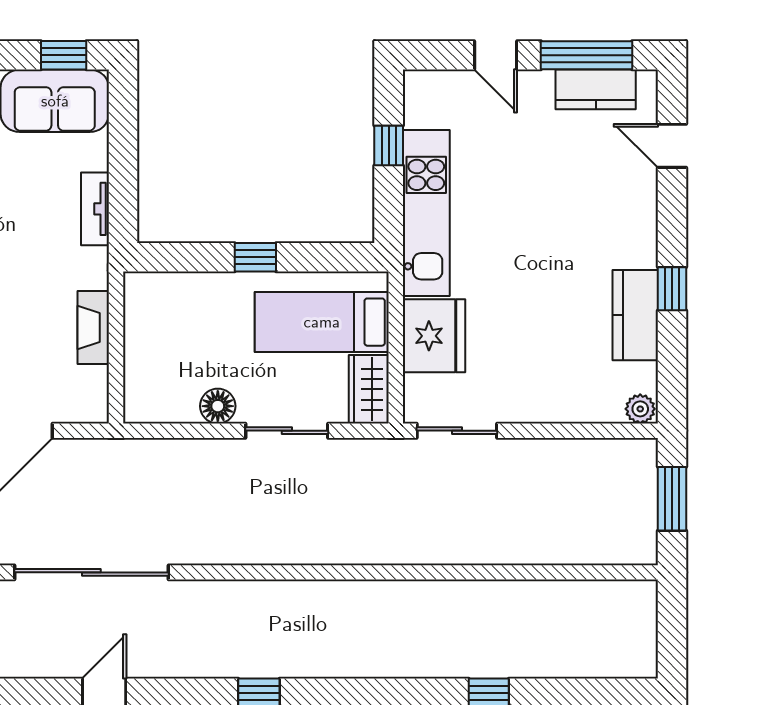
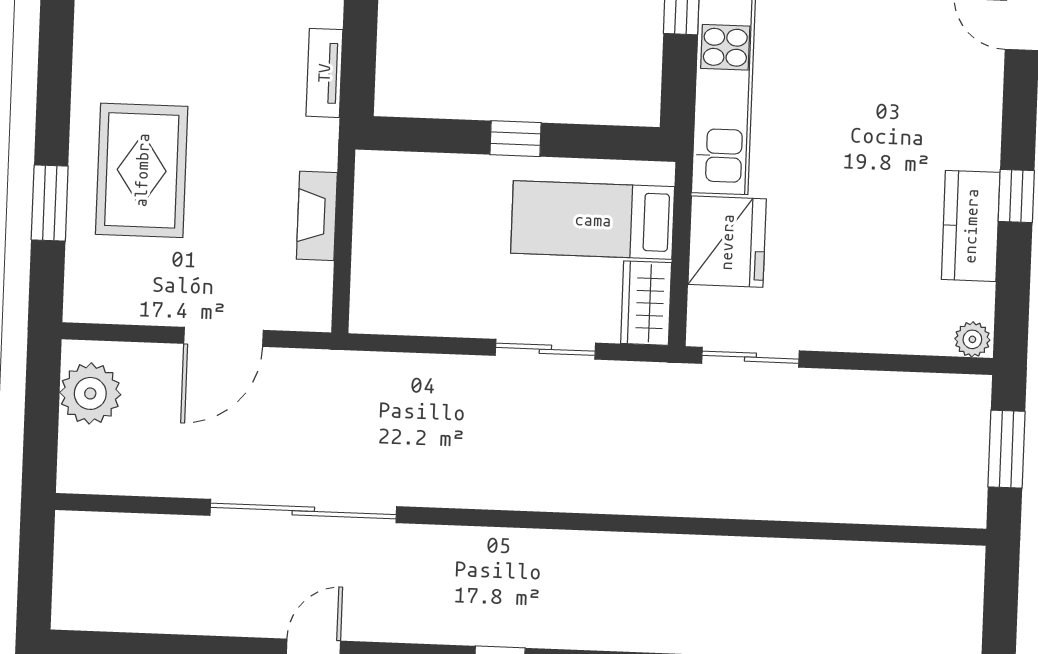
floor lamp: (218, 406) -> (463, 316), removed

